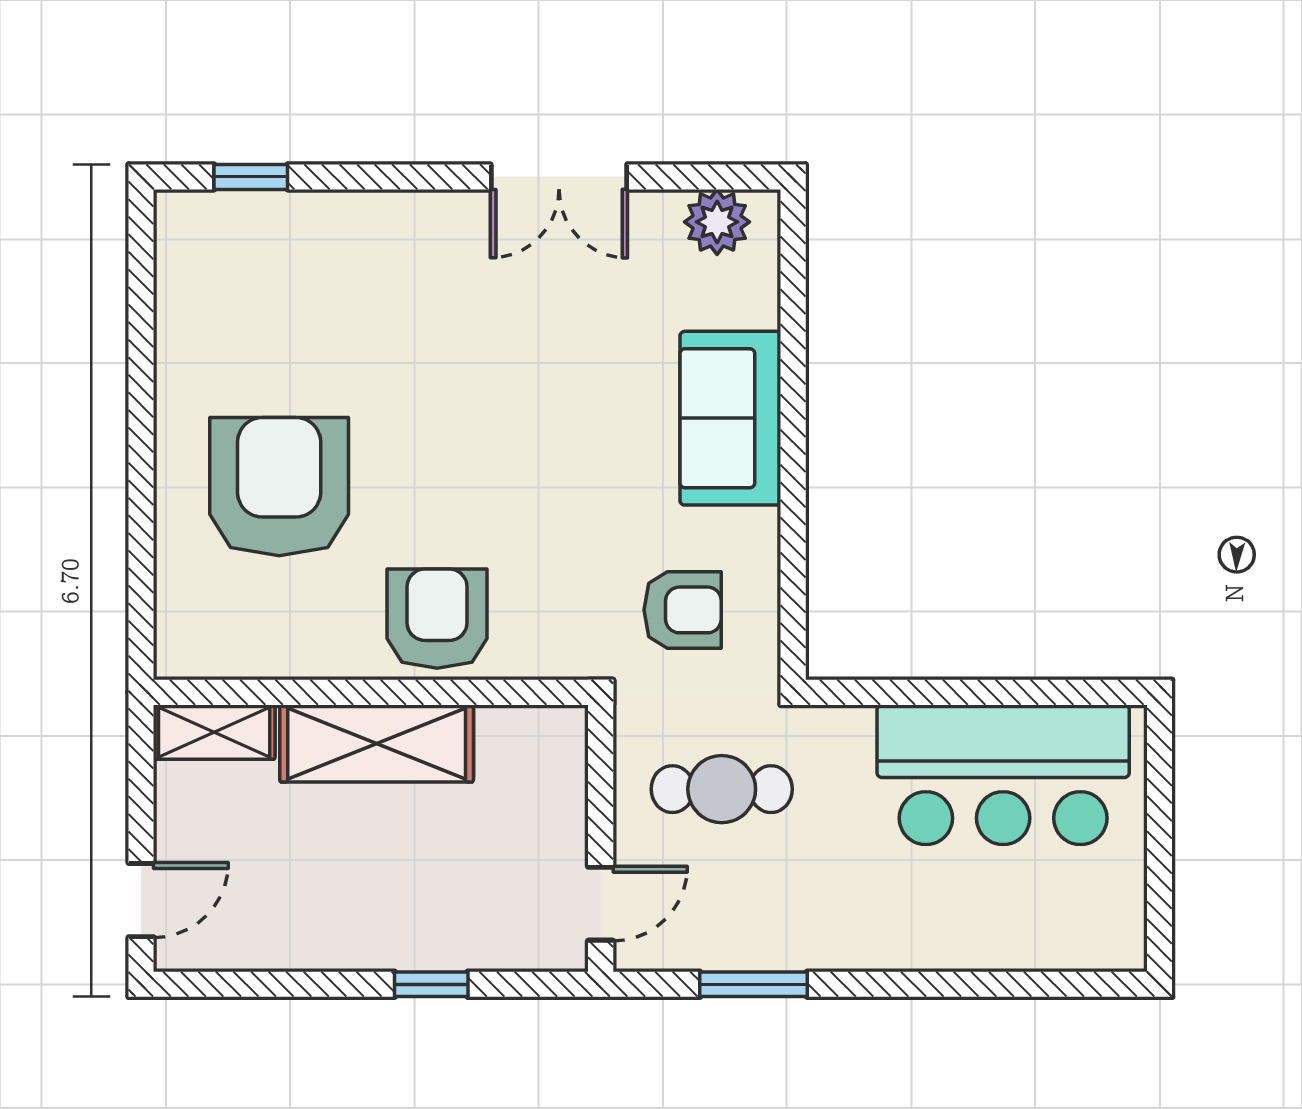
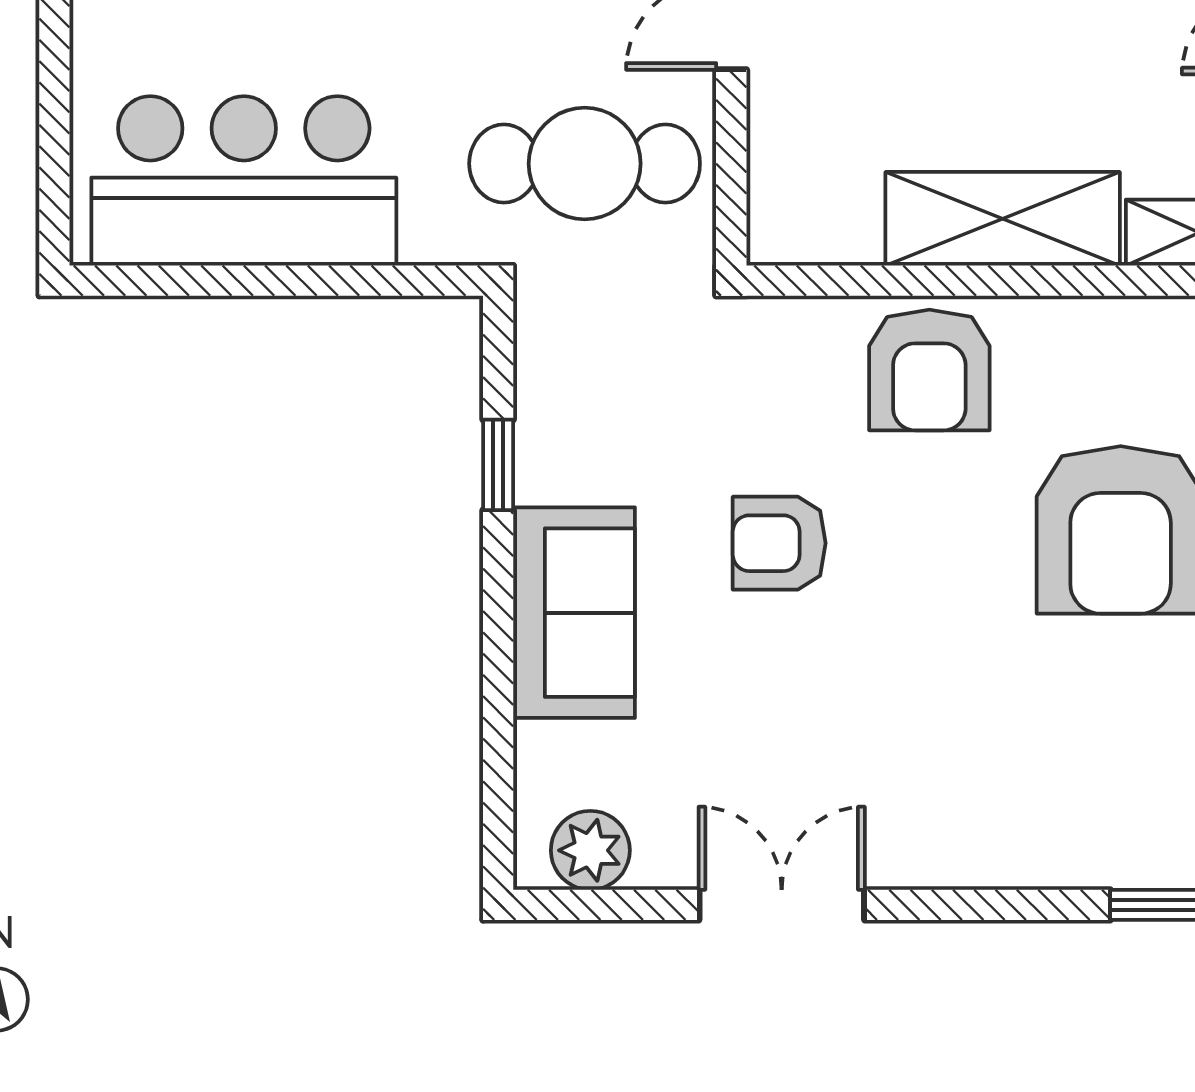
window: (793, 540) -> (498, 465), added
armchair: (683, 610) -> (779, 543), moved
cafe table: (722, 789) -> (585, 164), width x1.37, depth x1.35

